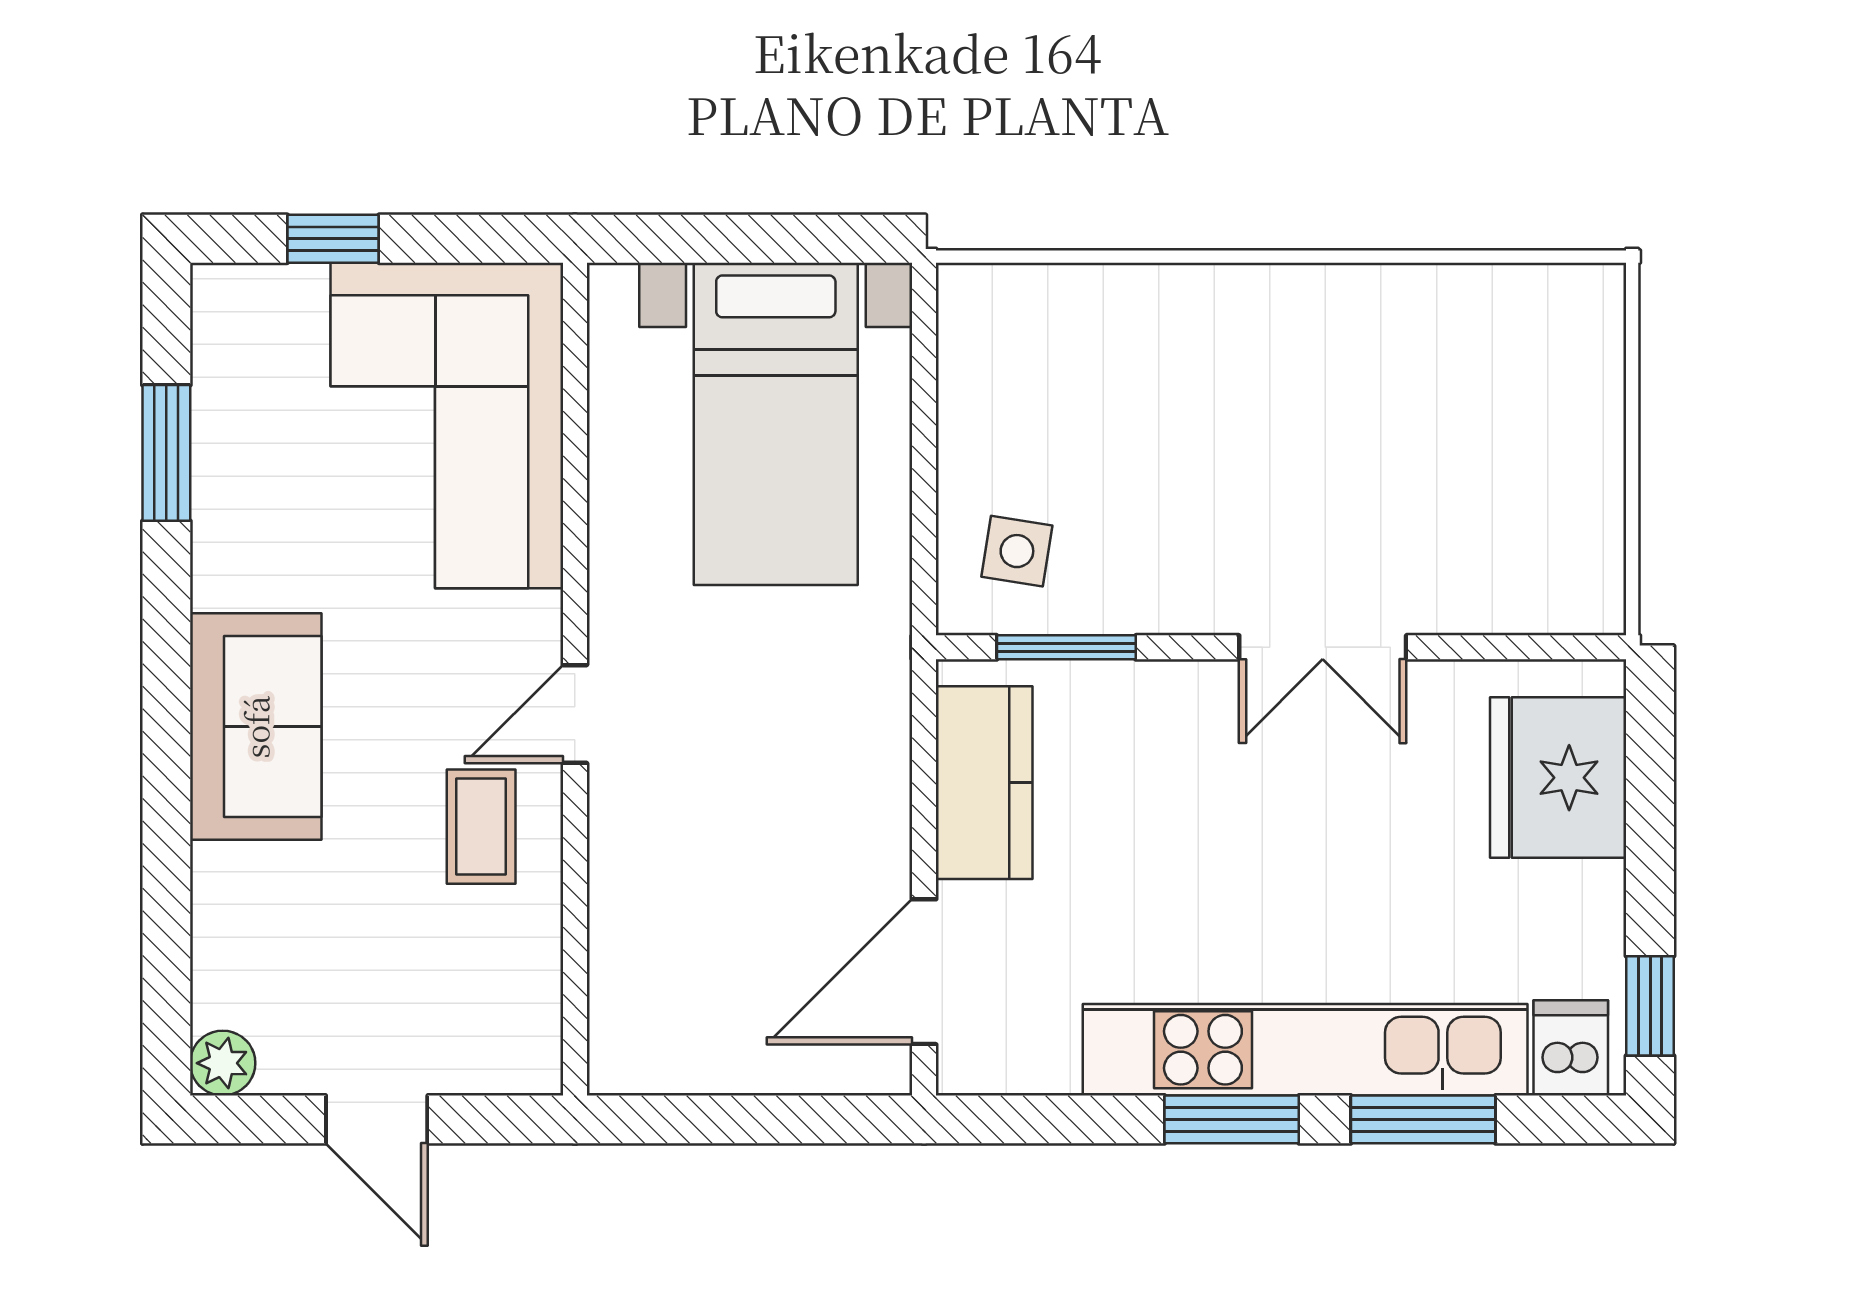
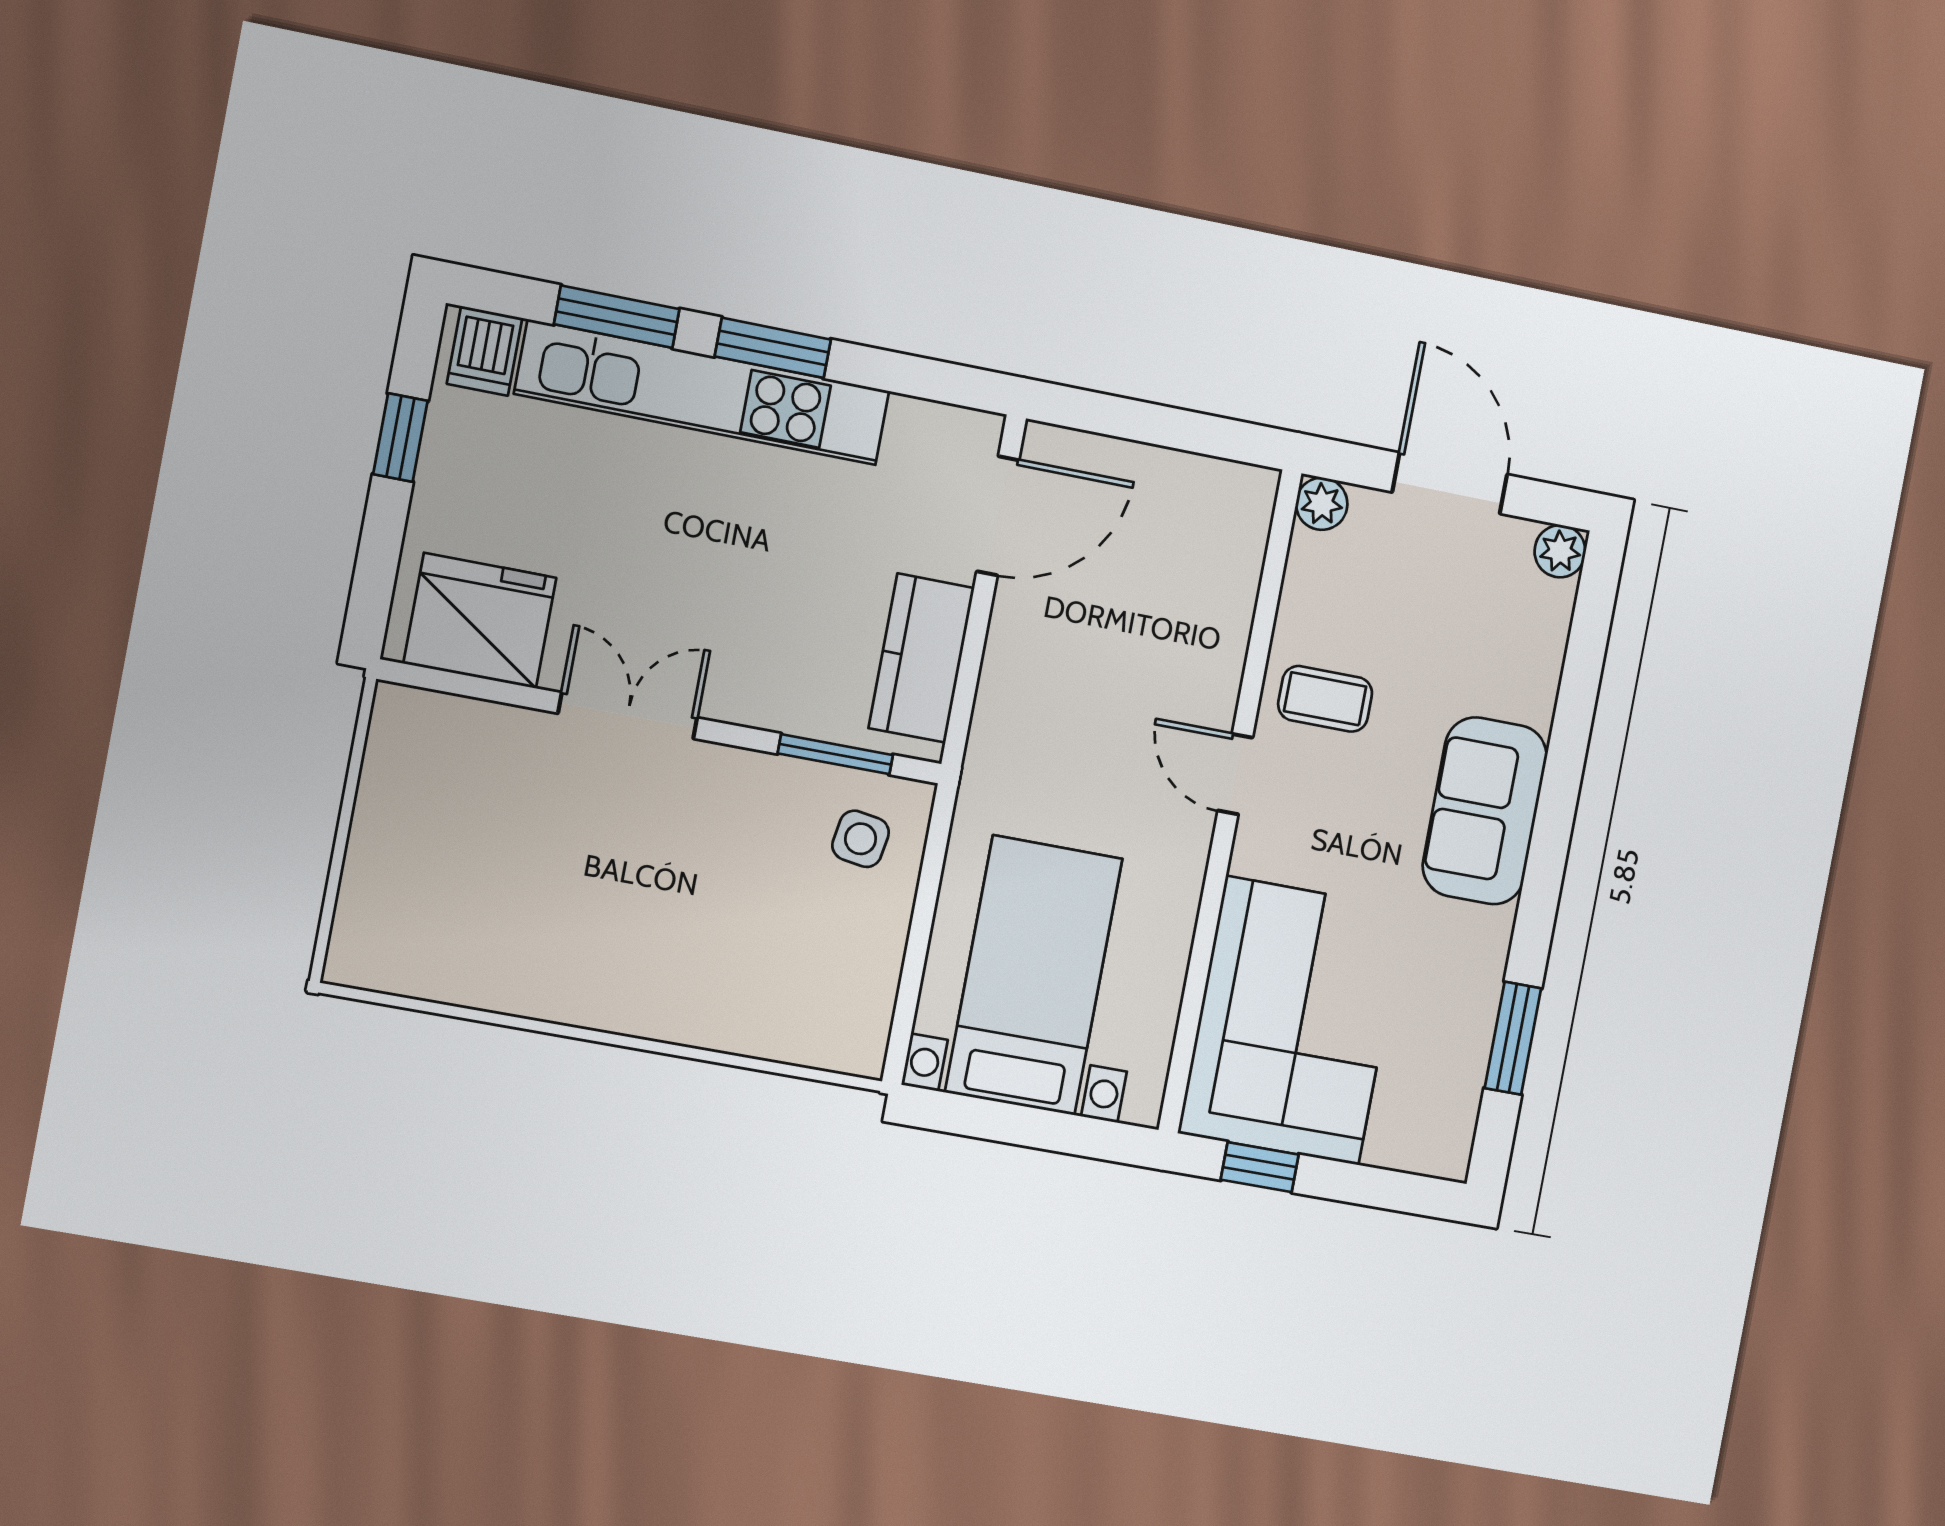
window: (333, 239) -> (1260, 1167), moved
door: (575, 714) -> (1235, 774), swing flipped
fridge: (1558, 778) -> (480, 621), moved, turned -90
coffee table: (481, 827) -> (1325, 699), turned 90
window: (1650, 1006) -> (400, 438), moved
plant: (531, 1063) -> (1322, 504), added
door: (377, 1119) -> (1450, 483), width x1.38

